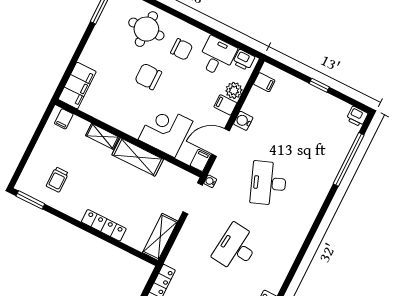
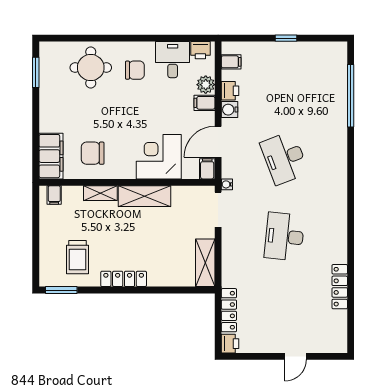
chair: (148, 77) -> (93, 153), moved
printer: (357, 116) -> (230, 91), moved, turned -90
trolley: (57, 180) -> (78, 257), width x1.36, depth x1.39
locker: (104, 225) -> (124, 279), moved

